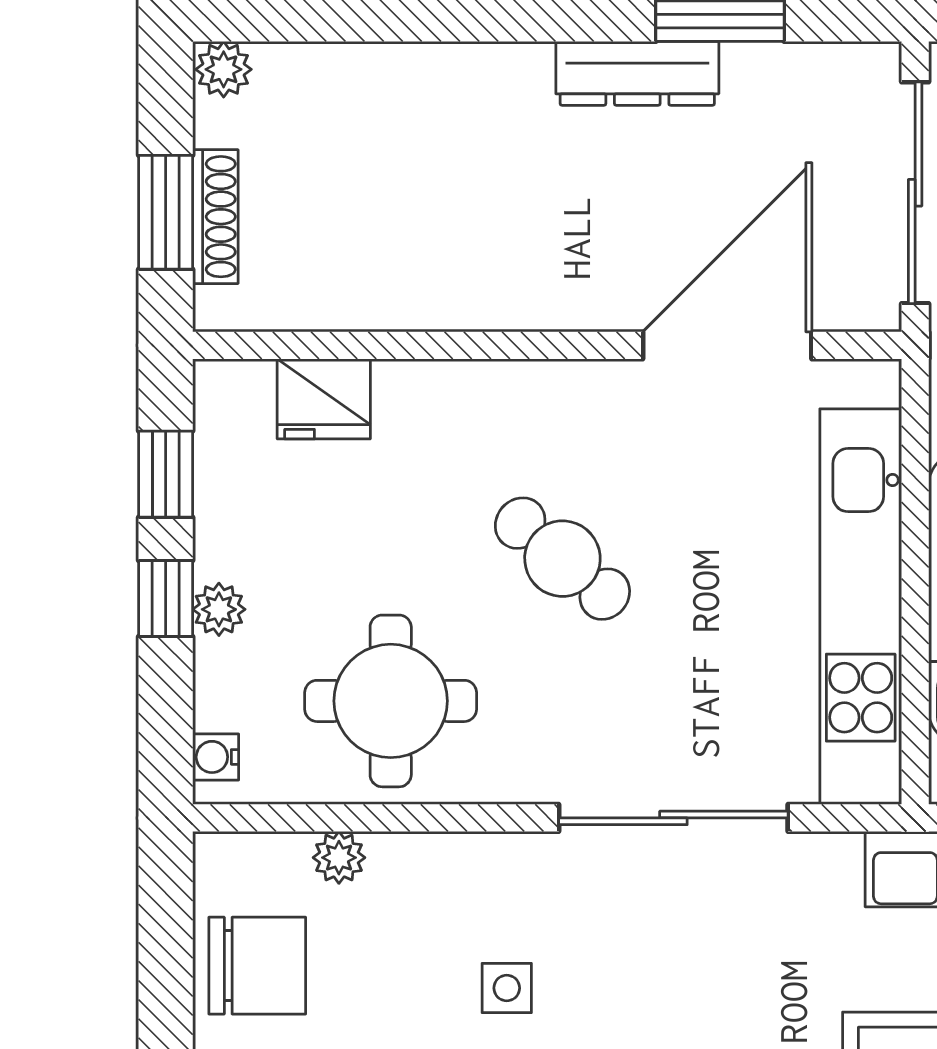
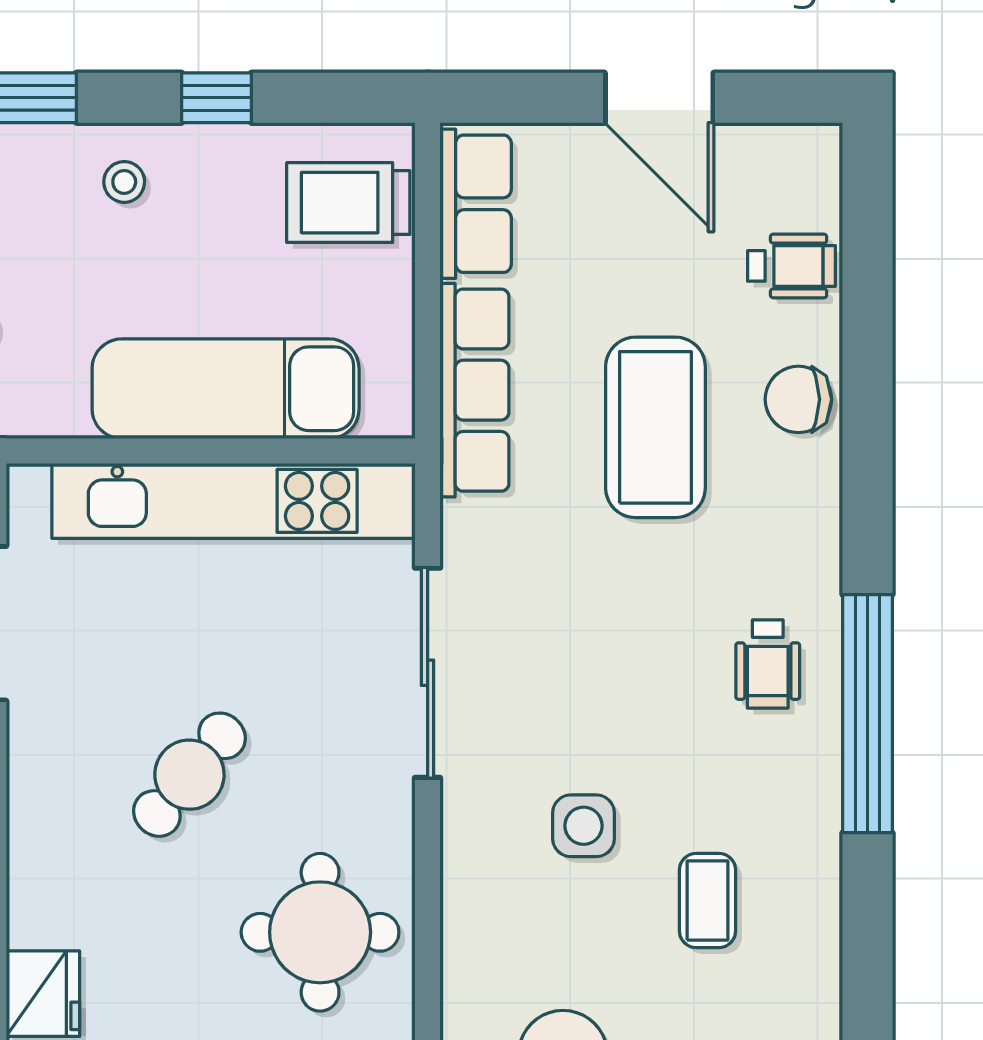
plant: (339, 858) -> (464, 980), removed
side table: (507, 988) -> (584, 826), width x1.37, depth x1.37

